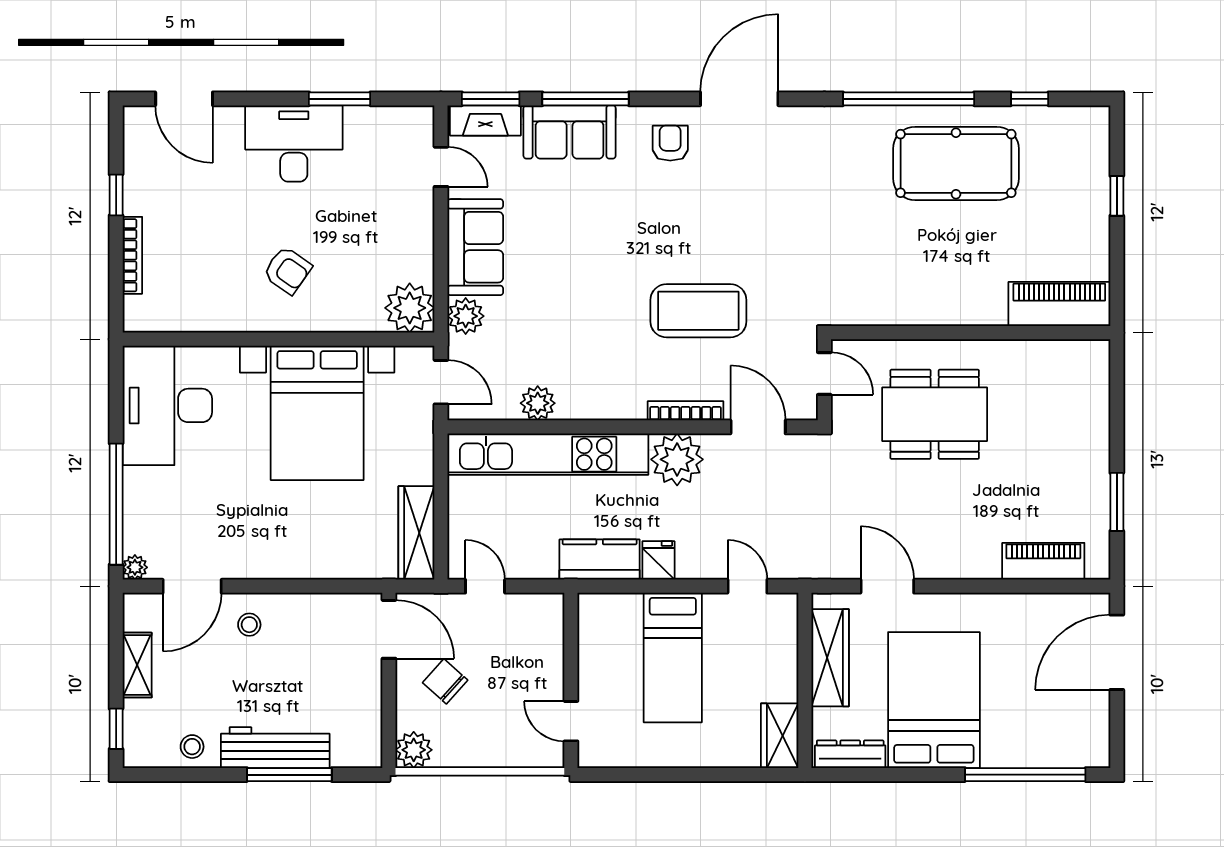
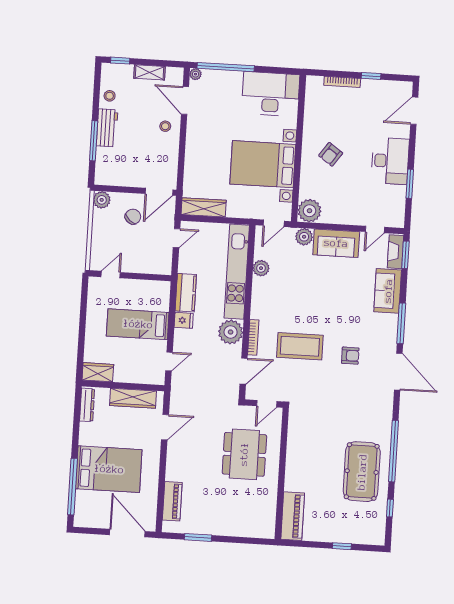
window: (586, 99) -> (401, 323), moved
armchair: (670, 143) -> (350, 356), moved
coffee table: (698, 311) -> (300, 346), turned 90
bed: (934, 700) -> (109, 469), moved
workbench: (275, 748) -> (107, 128), width x0.73

